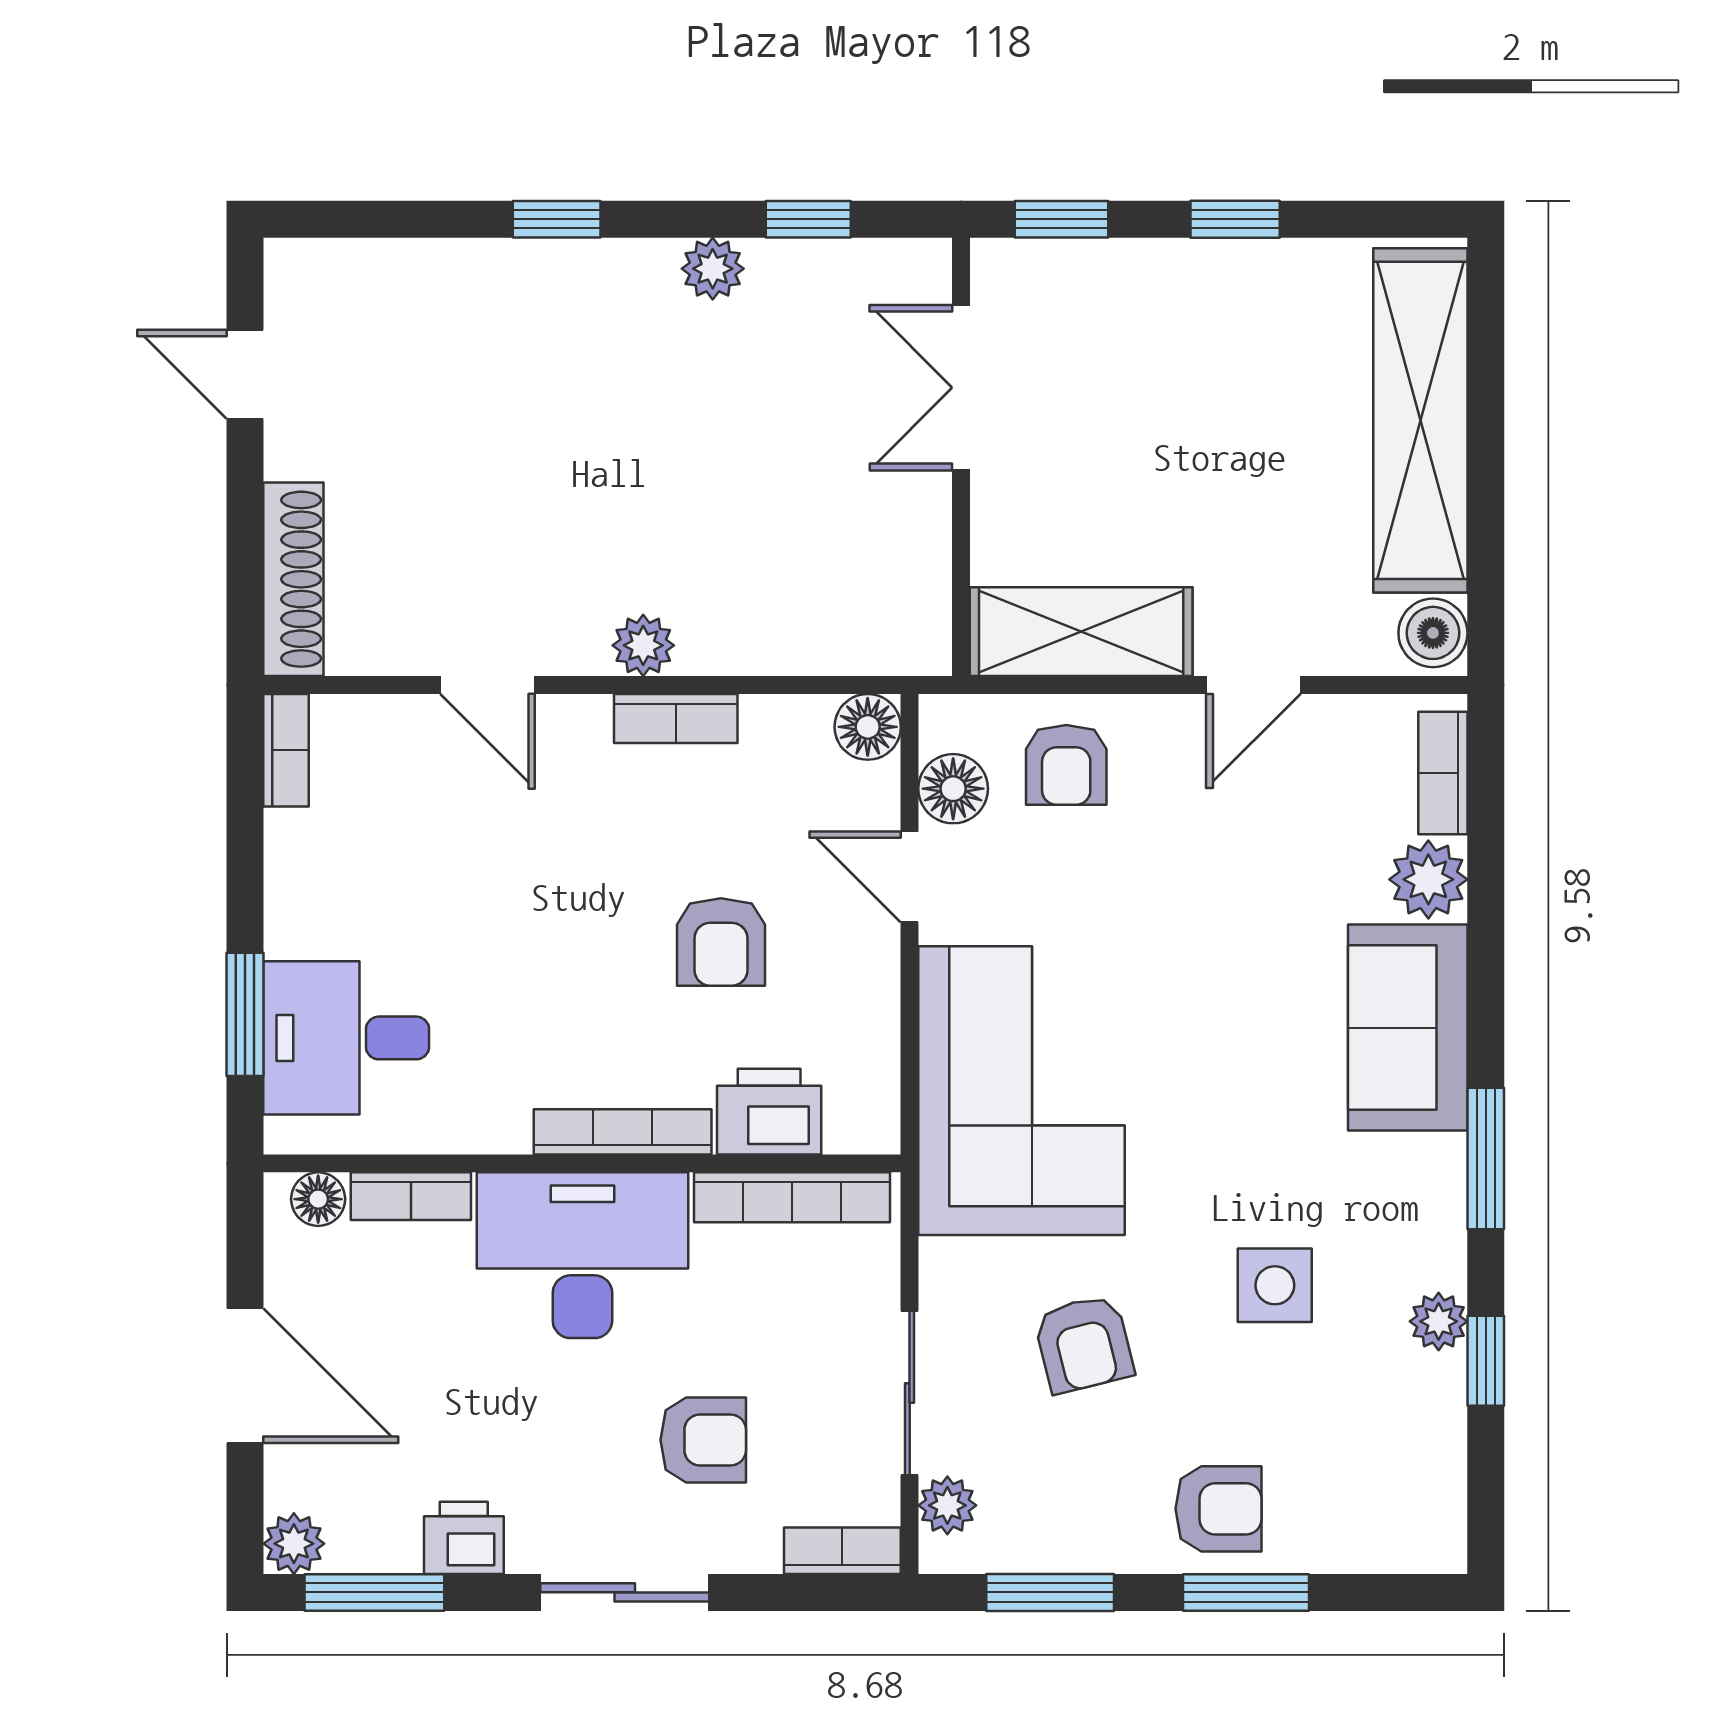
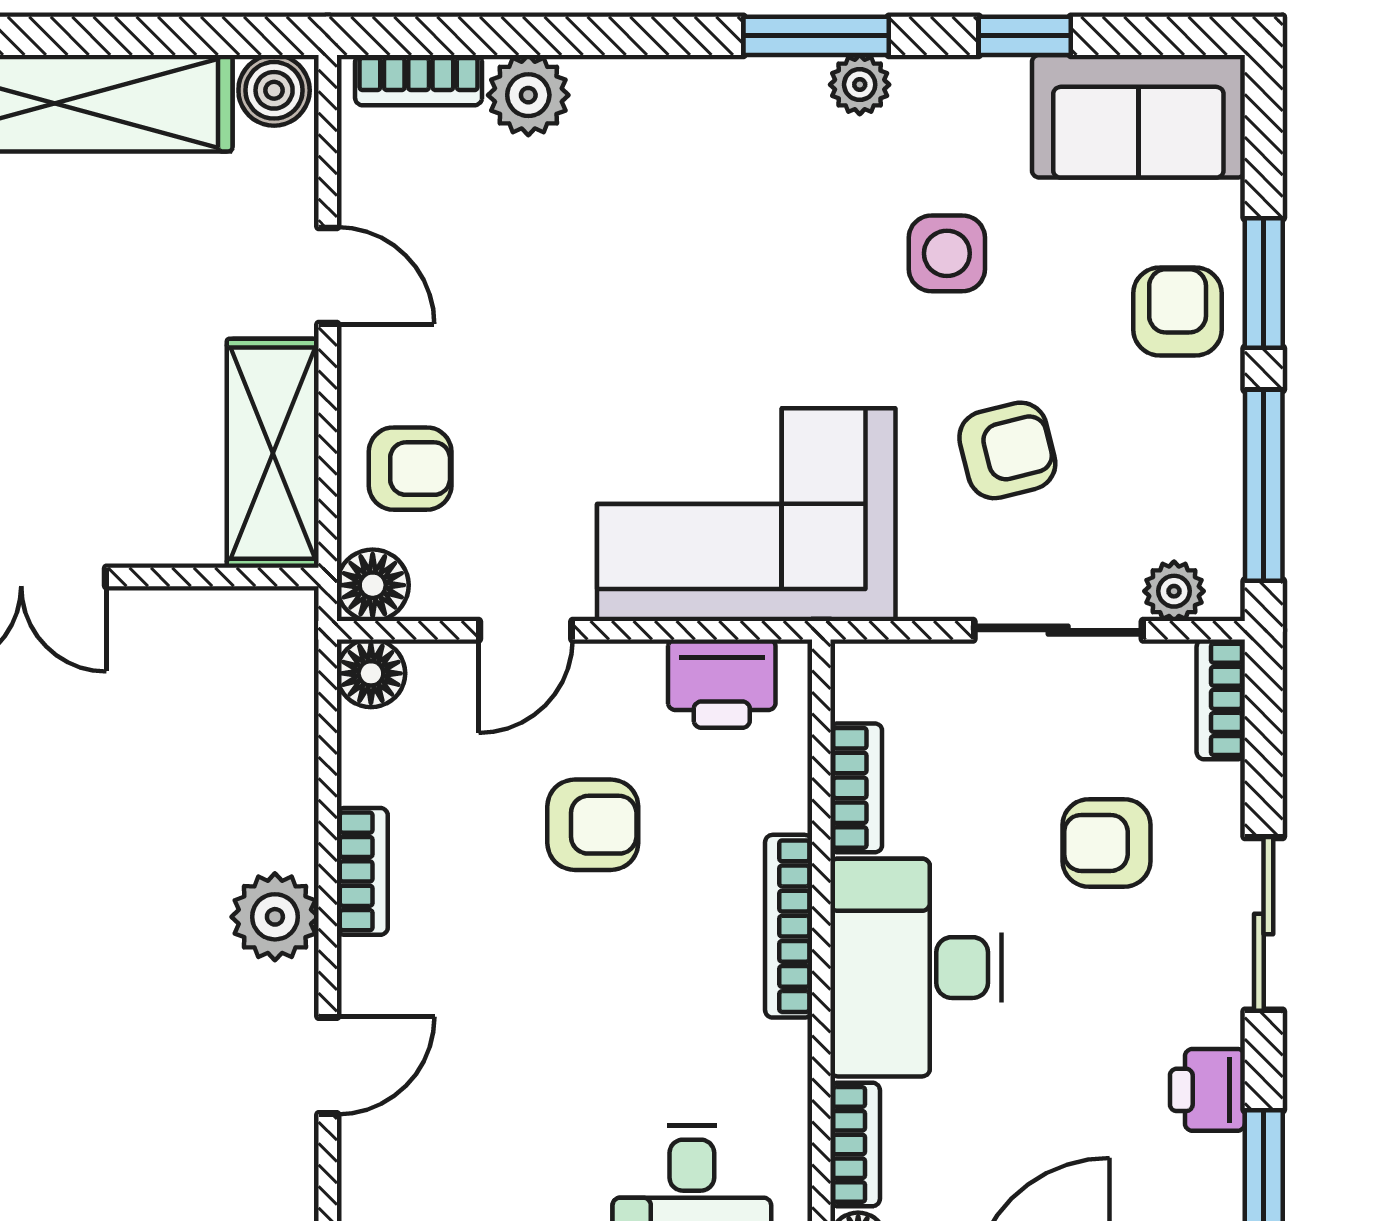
plant: (643, 645) -> (275, 917), width x1.38, depth x1.38
floor lamp: (953, 789) -> (373, 585), moved
sofa: (1408, 1028) -> (1138, 116), moved
printer: (769, 1112) -> (722, 684), moved, turned -90
bookcase: (792, 1197) -> (856, 788), width x0.64
plant: (1439, 1321) -> (860, 85), moved
armchair: (703, 1440) -> (1106, 843), turned -90
window: (1050, 1592) -> (1264, 485), width x1.44

